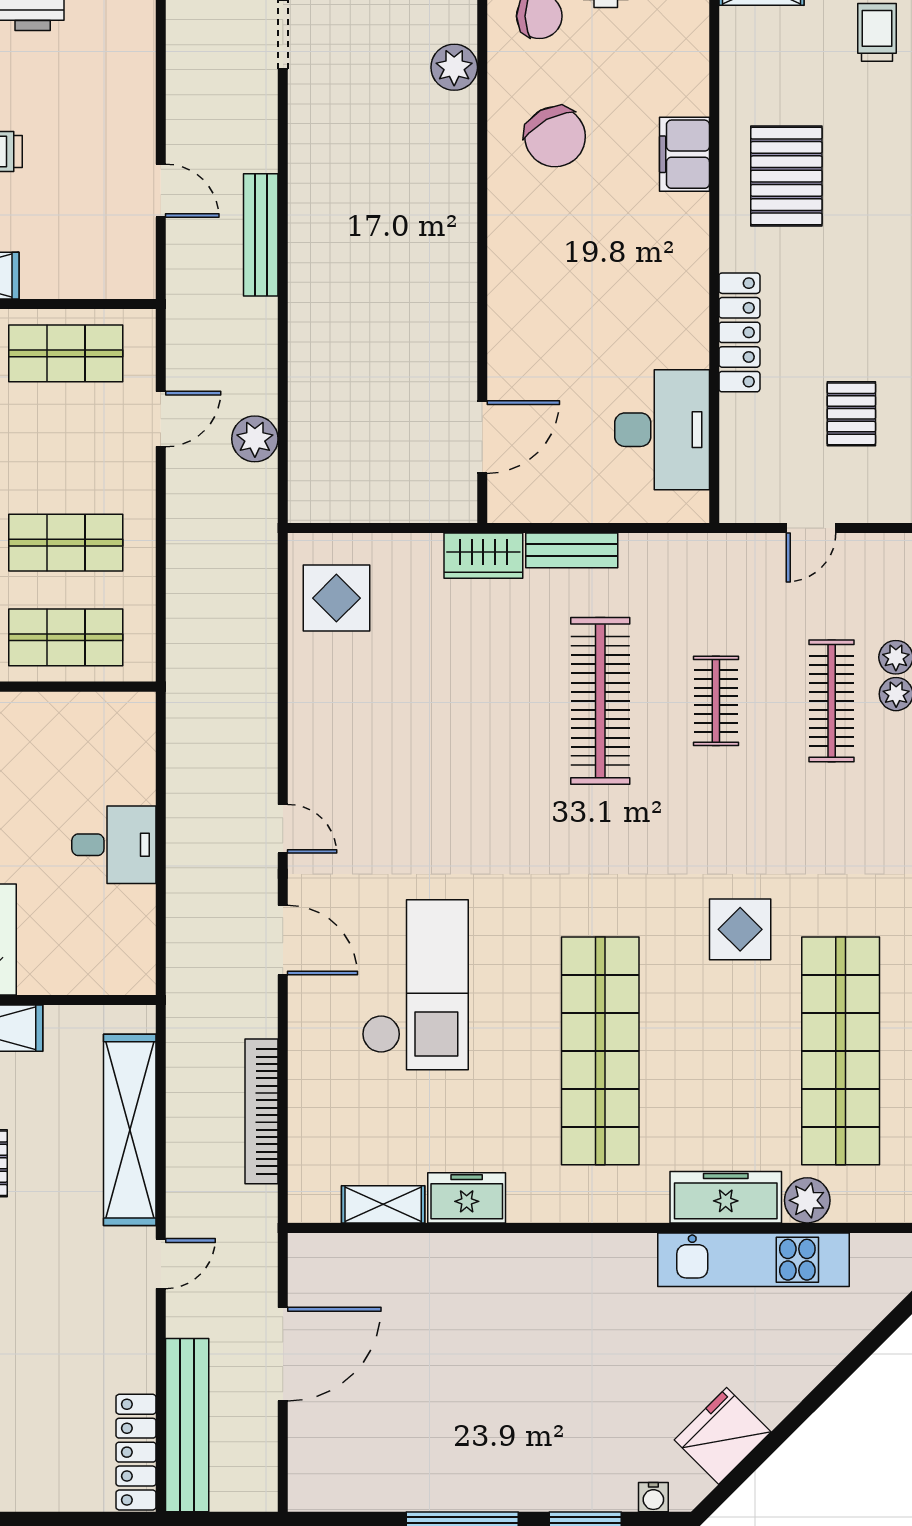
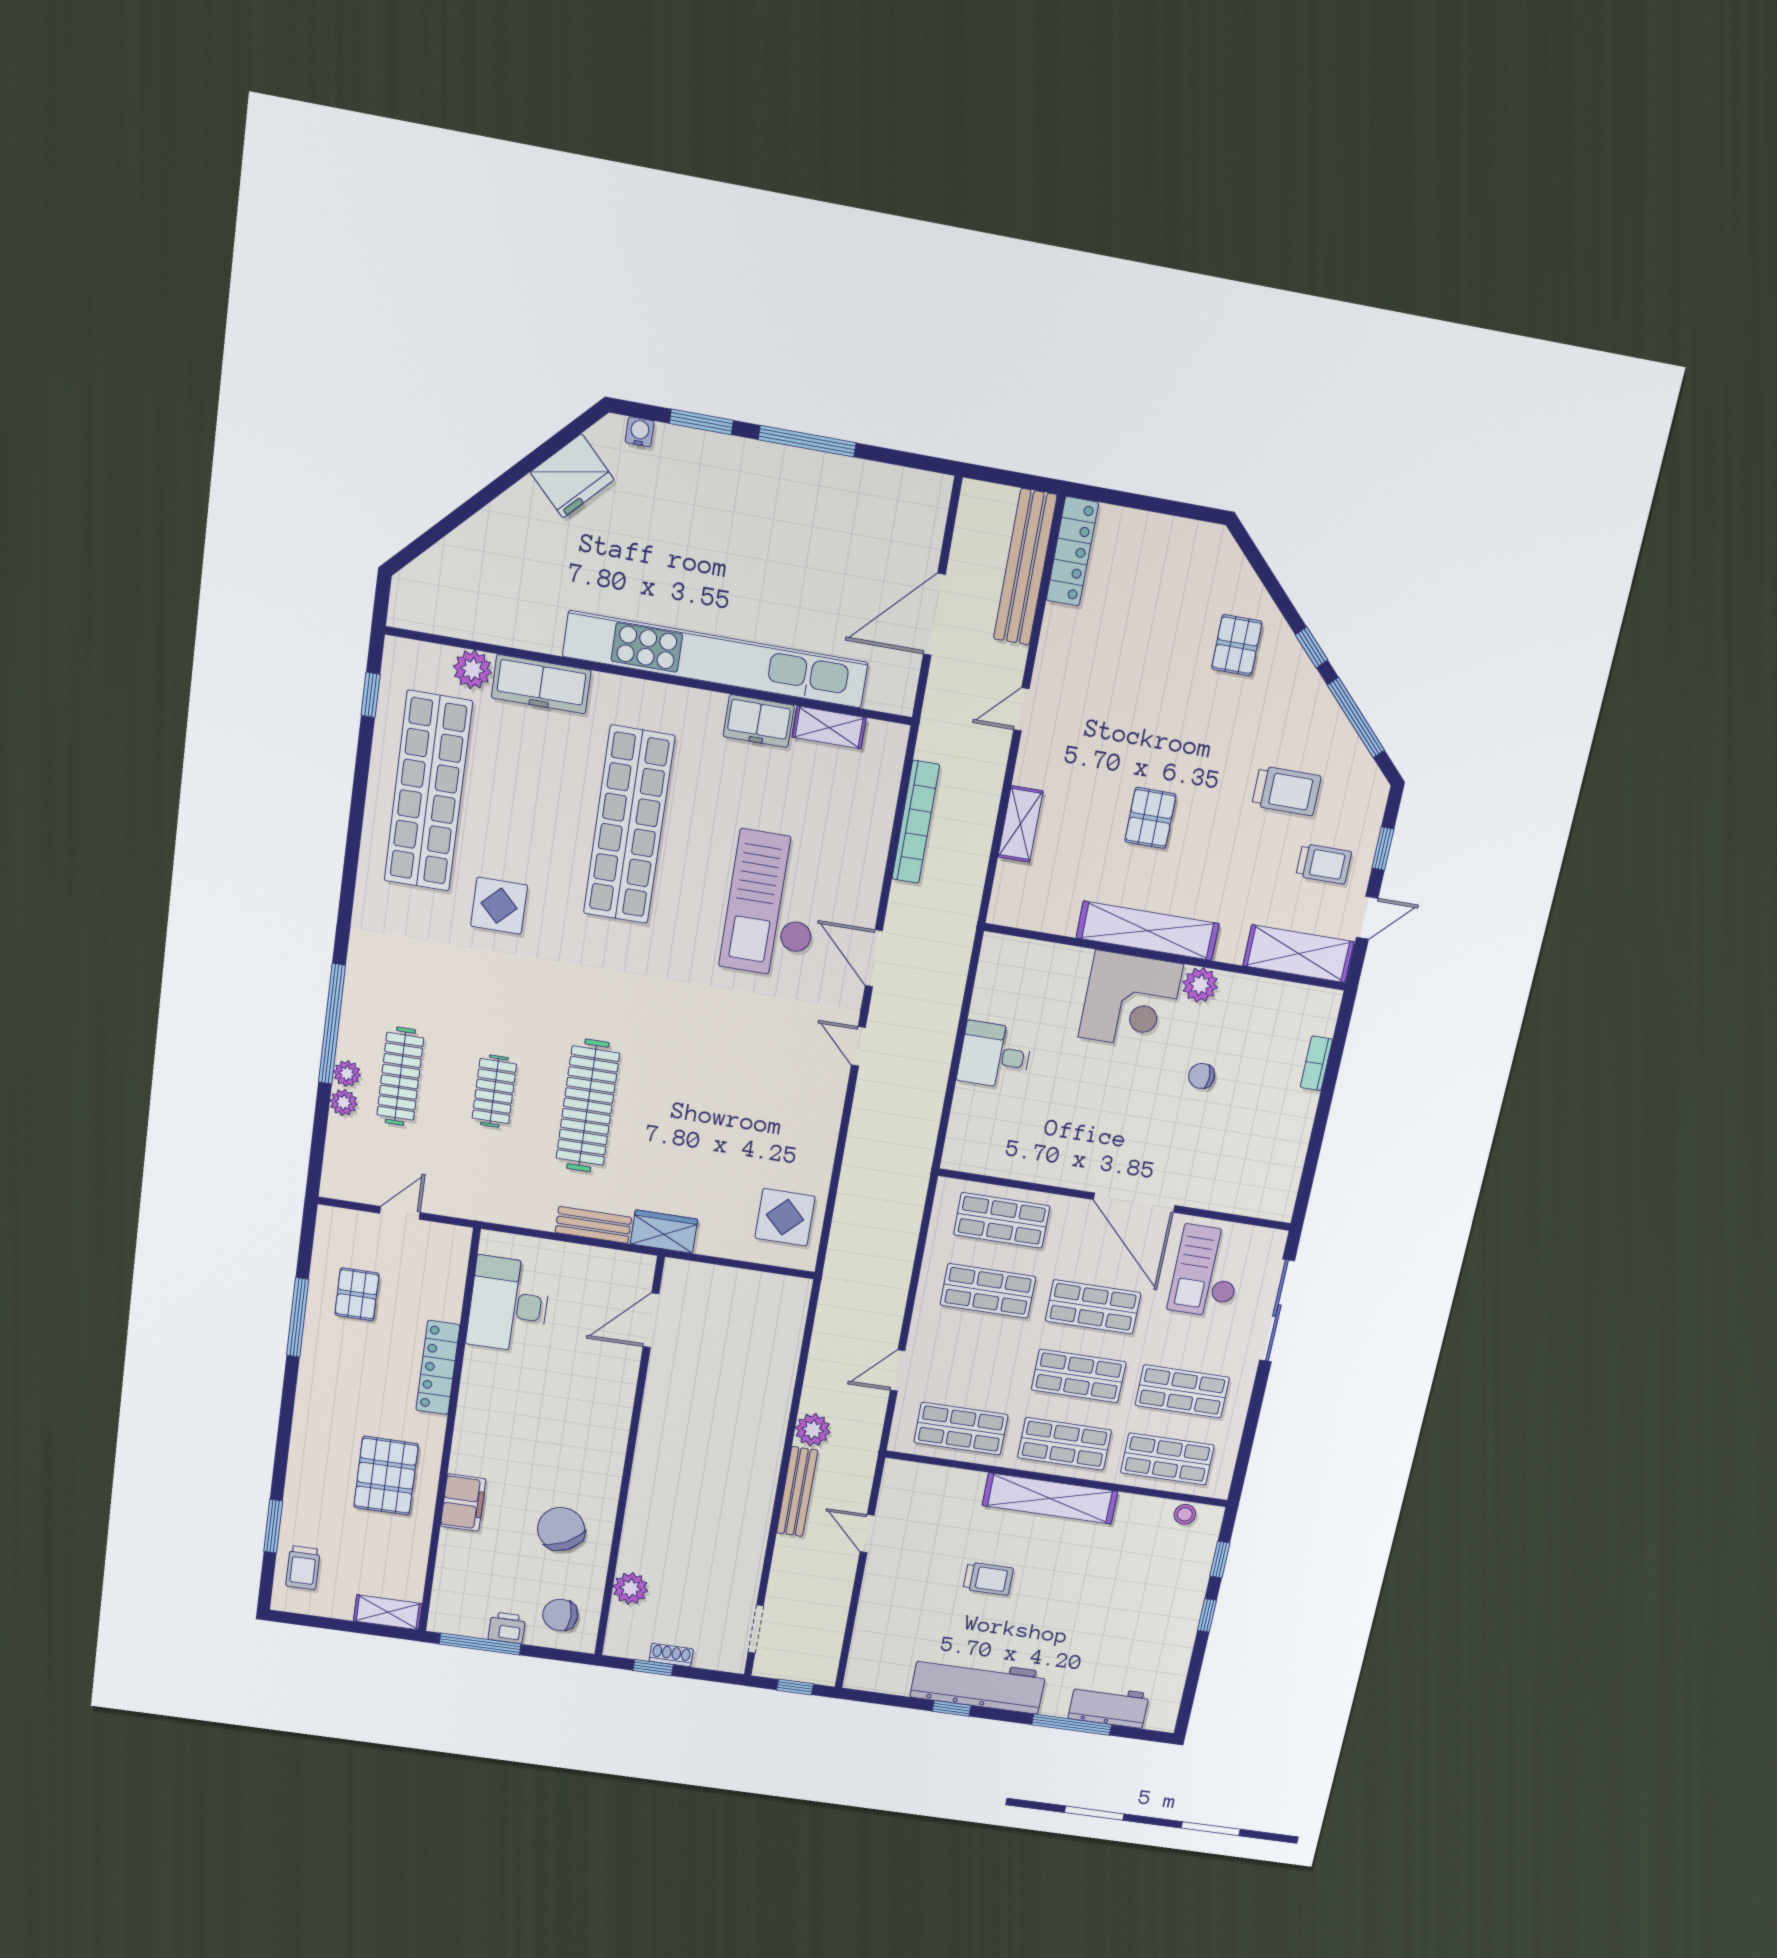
plant: (255, 439) -> (813, 1430), moved
shelving: (130, 1130) -> (1020, 824), width x0.45, depth x0.75
kitchen unit: (753, 1260) -> (716, 659), moved, width x1.86

